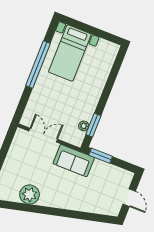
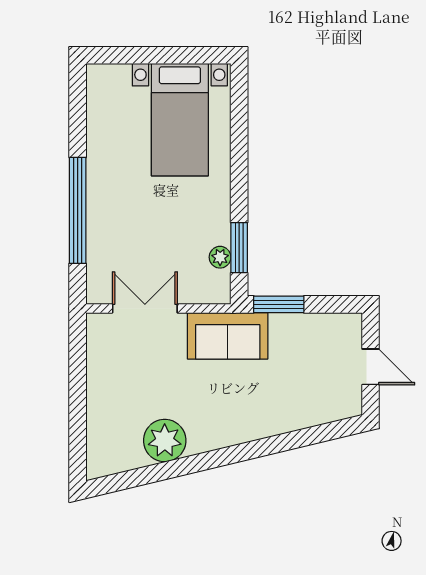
bed with nightstands: (70, 53) -> (180, 120), moved
window: (38, 64) -> (78, 210), moved

